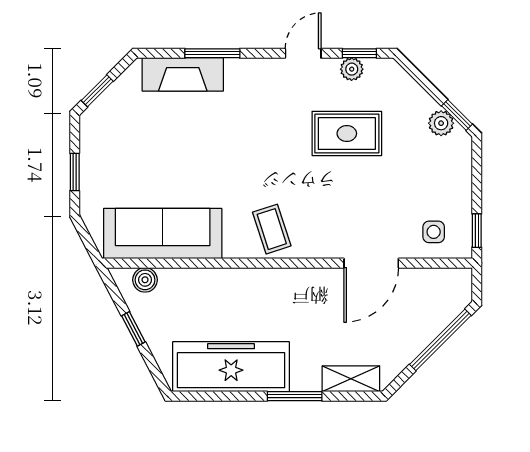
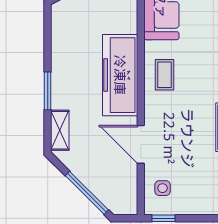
coffee table: (272, 229) -> (165, 75), turned -72
freezer: (231, 367) -> (120, 75), moved, turned 180

